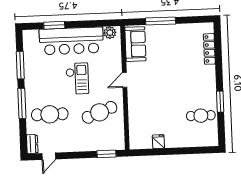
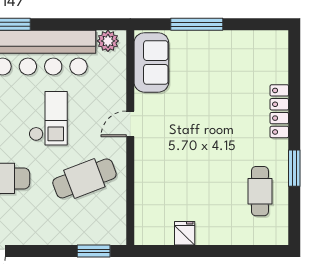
locker: (209, 49) -> (279, 111), moved
cafe table: (201, 116) -> (260, 191), turned 90

